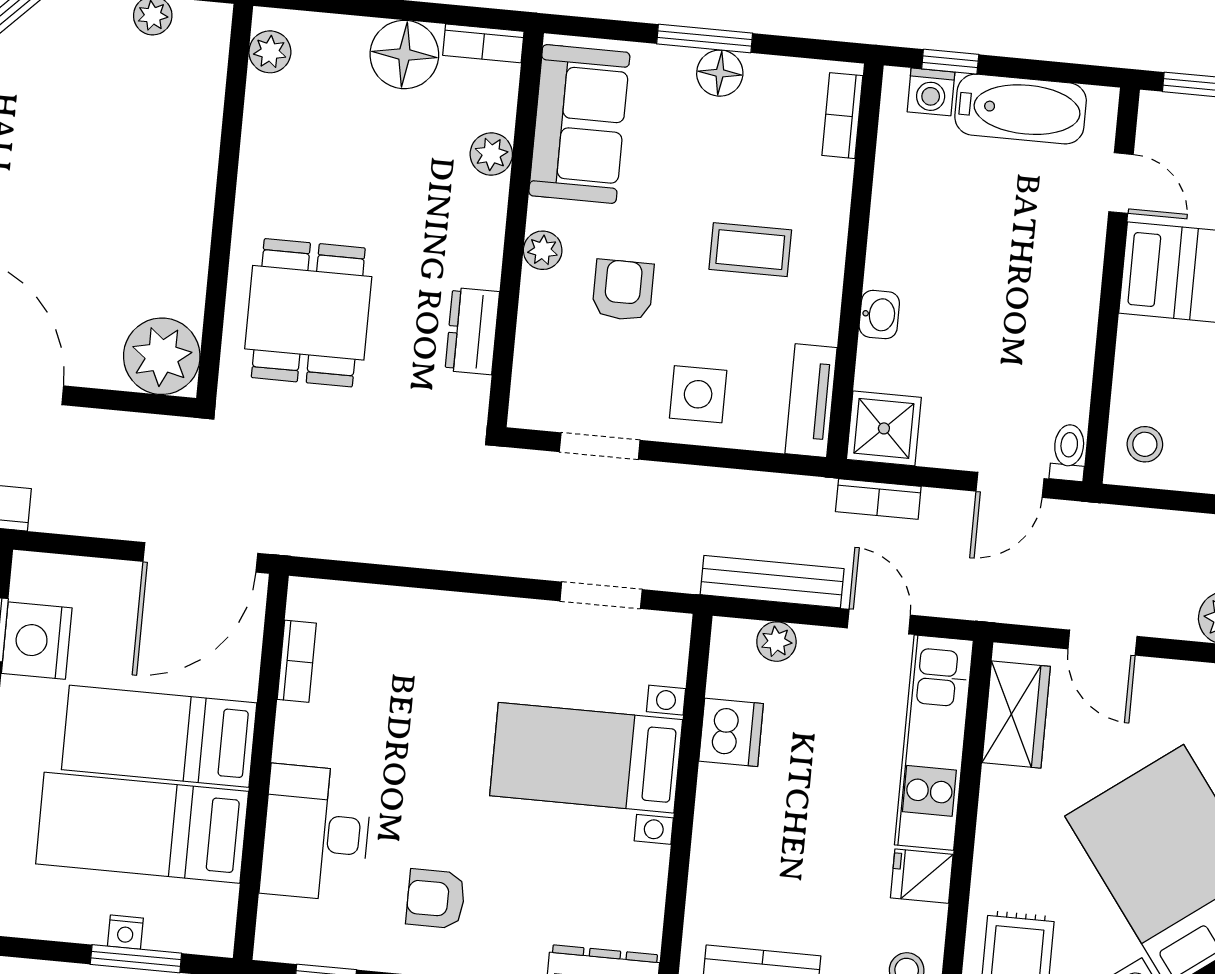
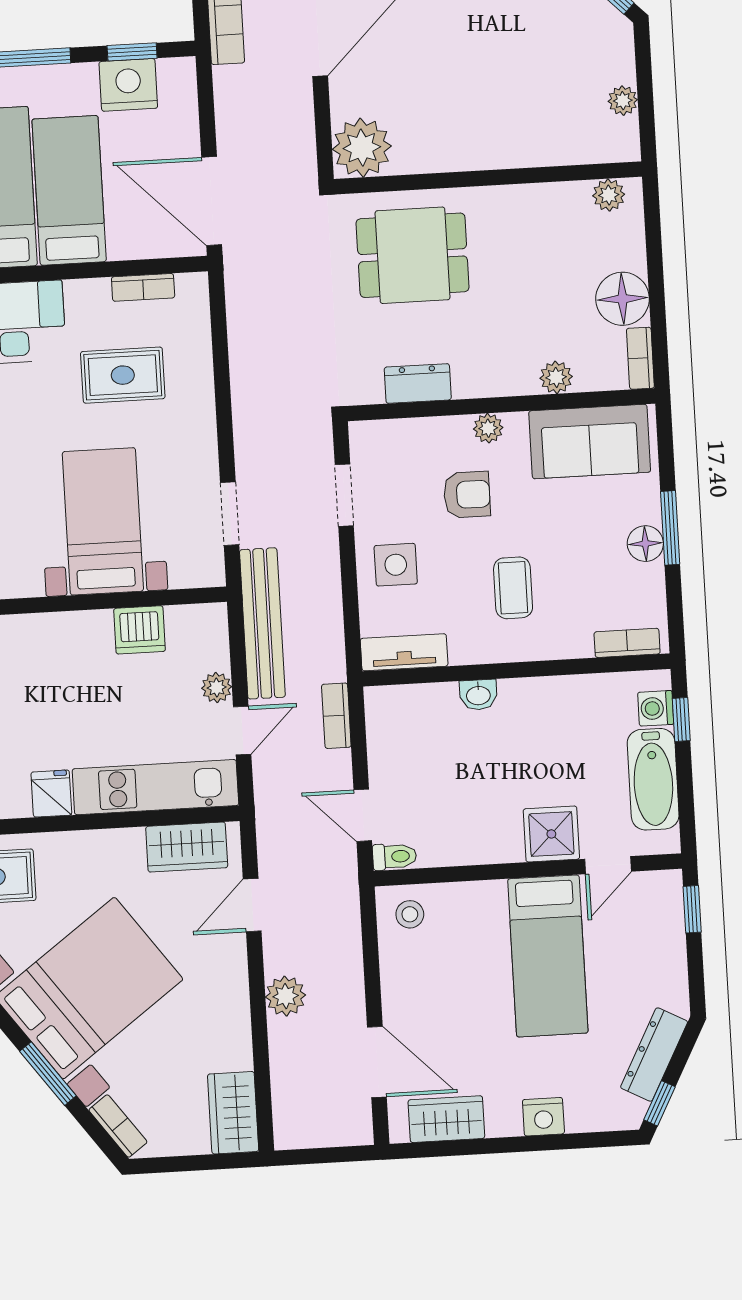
shower: (884, 428) -> (551, 834), moved
bench: (772, 582) -> (262, 623), width x1.37, depth x1.21
plant: (776, 642) -> (217, 688), moved
rug: (404, 704) -> (123, 375), added

